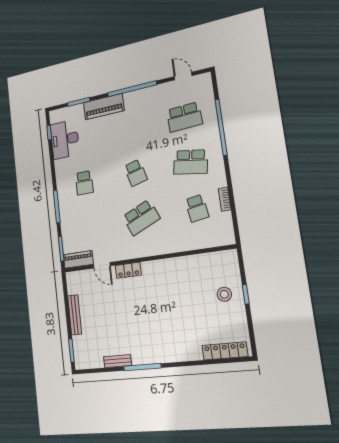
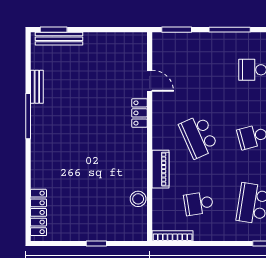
bookcase: (225, 199) -> (173, 236), moved, width x1.56
piano: (78, 260) -> (161, 169), moved
door: (102, 265) -> (150, 81), swing flipped
stool: (224, 294) -> (138, 199), moved
bench: (75, 315) -> (59, 39), moved

